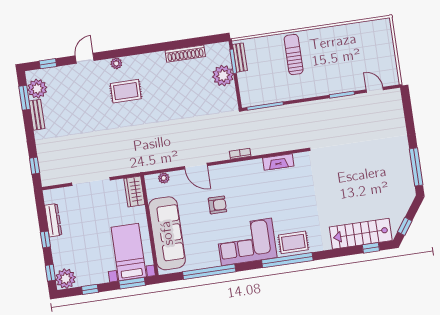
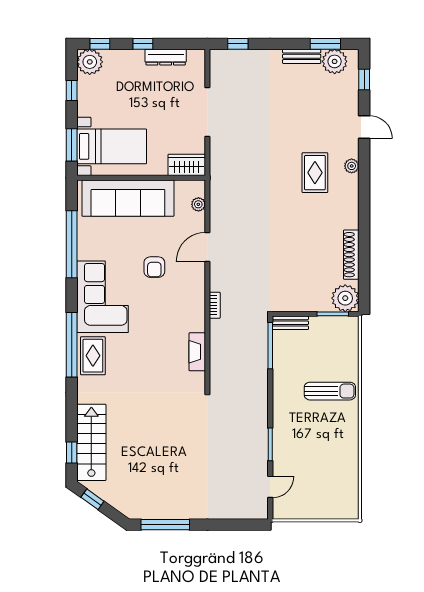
bench: (240, 58) -> (290, 323), moved
plant: (223, 76) -> (345, 298), moved

